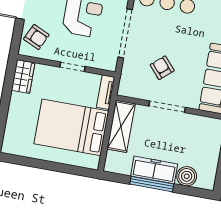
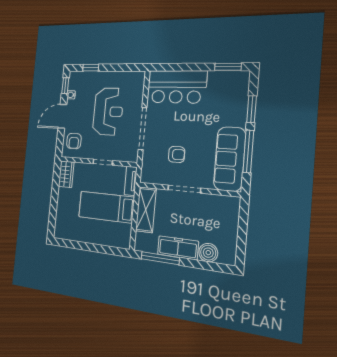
armchair: (36, 37) -> (74, 141), turned 65
armchair: (162, 68) -> (177, 154), turned 131
bed: (71, 127) -> (106, 207), width x0.67
window: (152, 184) -> (160, 258), moved

